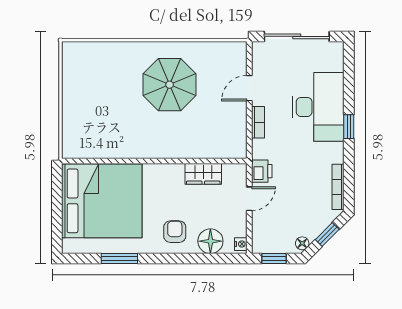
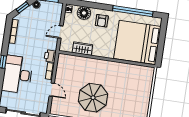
door: (249, 88) -> (52, 90), hinge flipped
printer: (262, 171) -> (50, 56), moved
window: (119, 258) -> (133, 11), width x2.11

